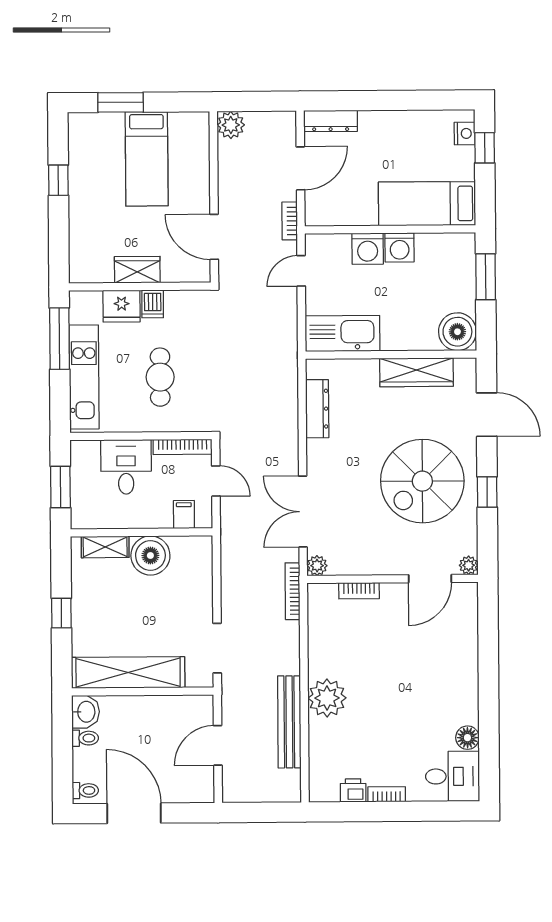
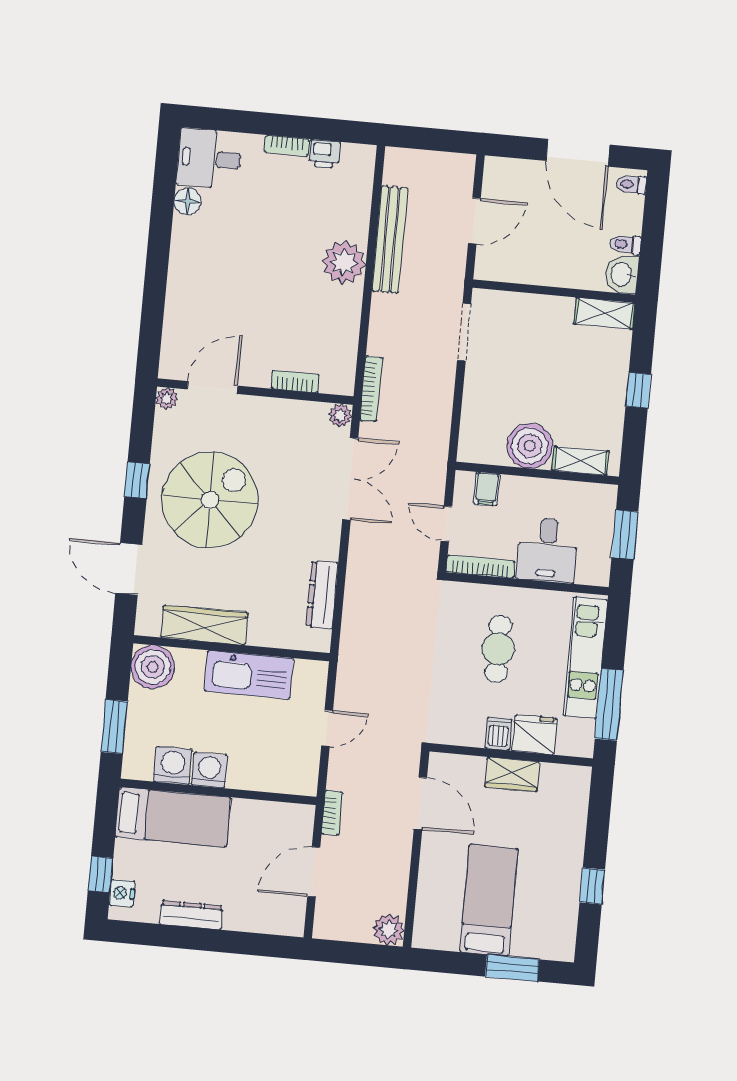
dresser: (331, 121) -> (191, 915), moved
washing machine: (368, 249) -> (173, 765), moved
door: (301, 271) -> (327, 728), moved
kitchen sink: (343, 334) -> (249, 675), moved
shelving: (128, 672) -> (605, 313), width x0.45, depth x0.75

